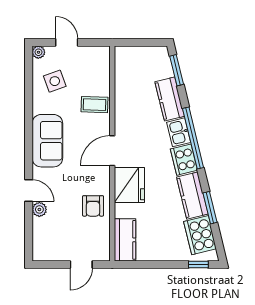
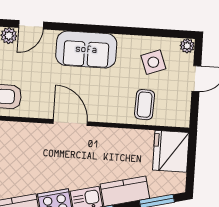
coffee table: (95, 105) -> (145, 105), moved
fridge: (129, 185) -> (171, 151), moved, turned 90

